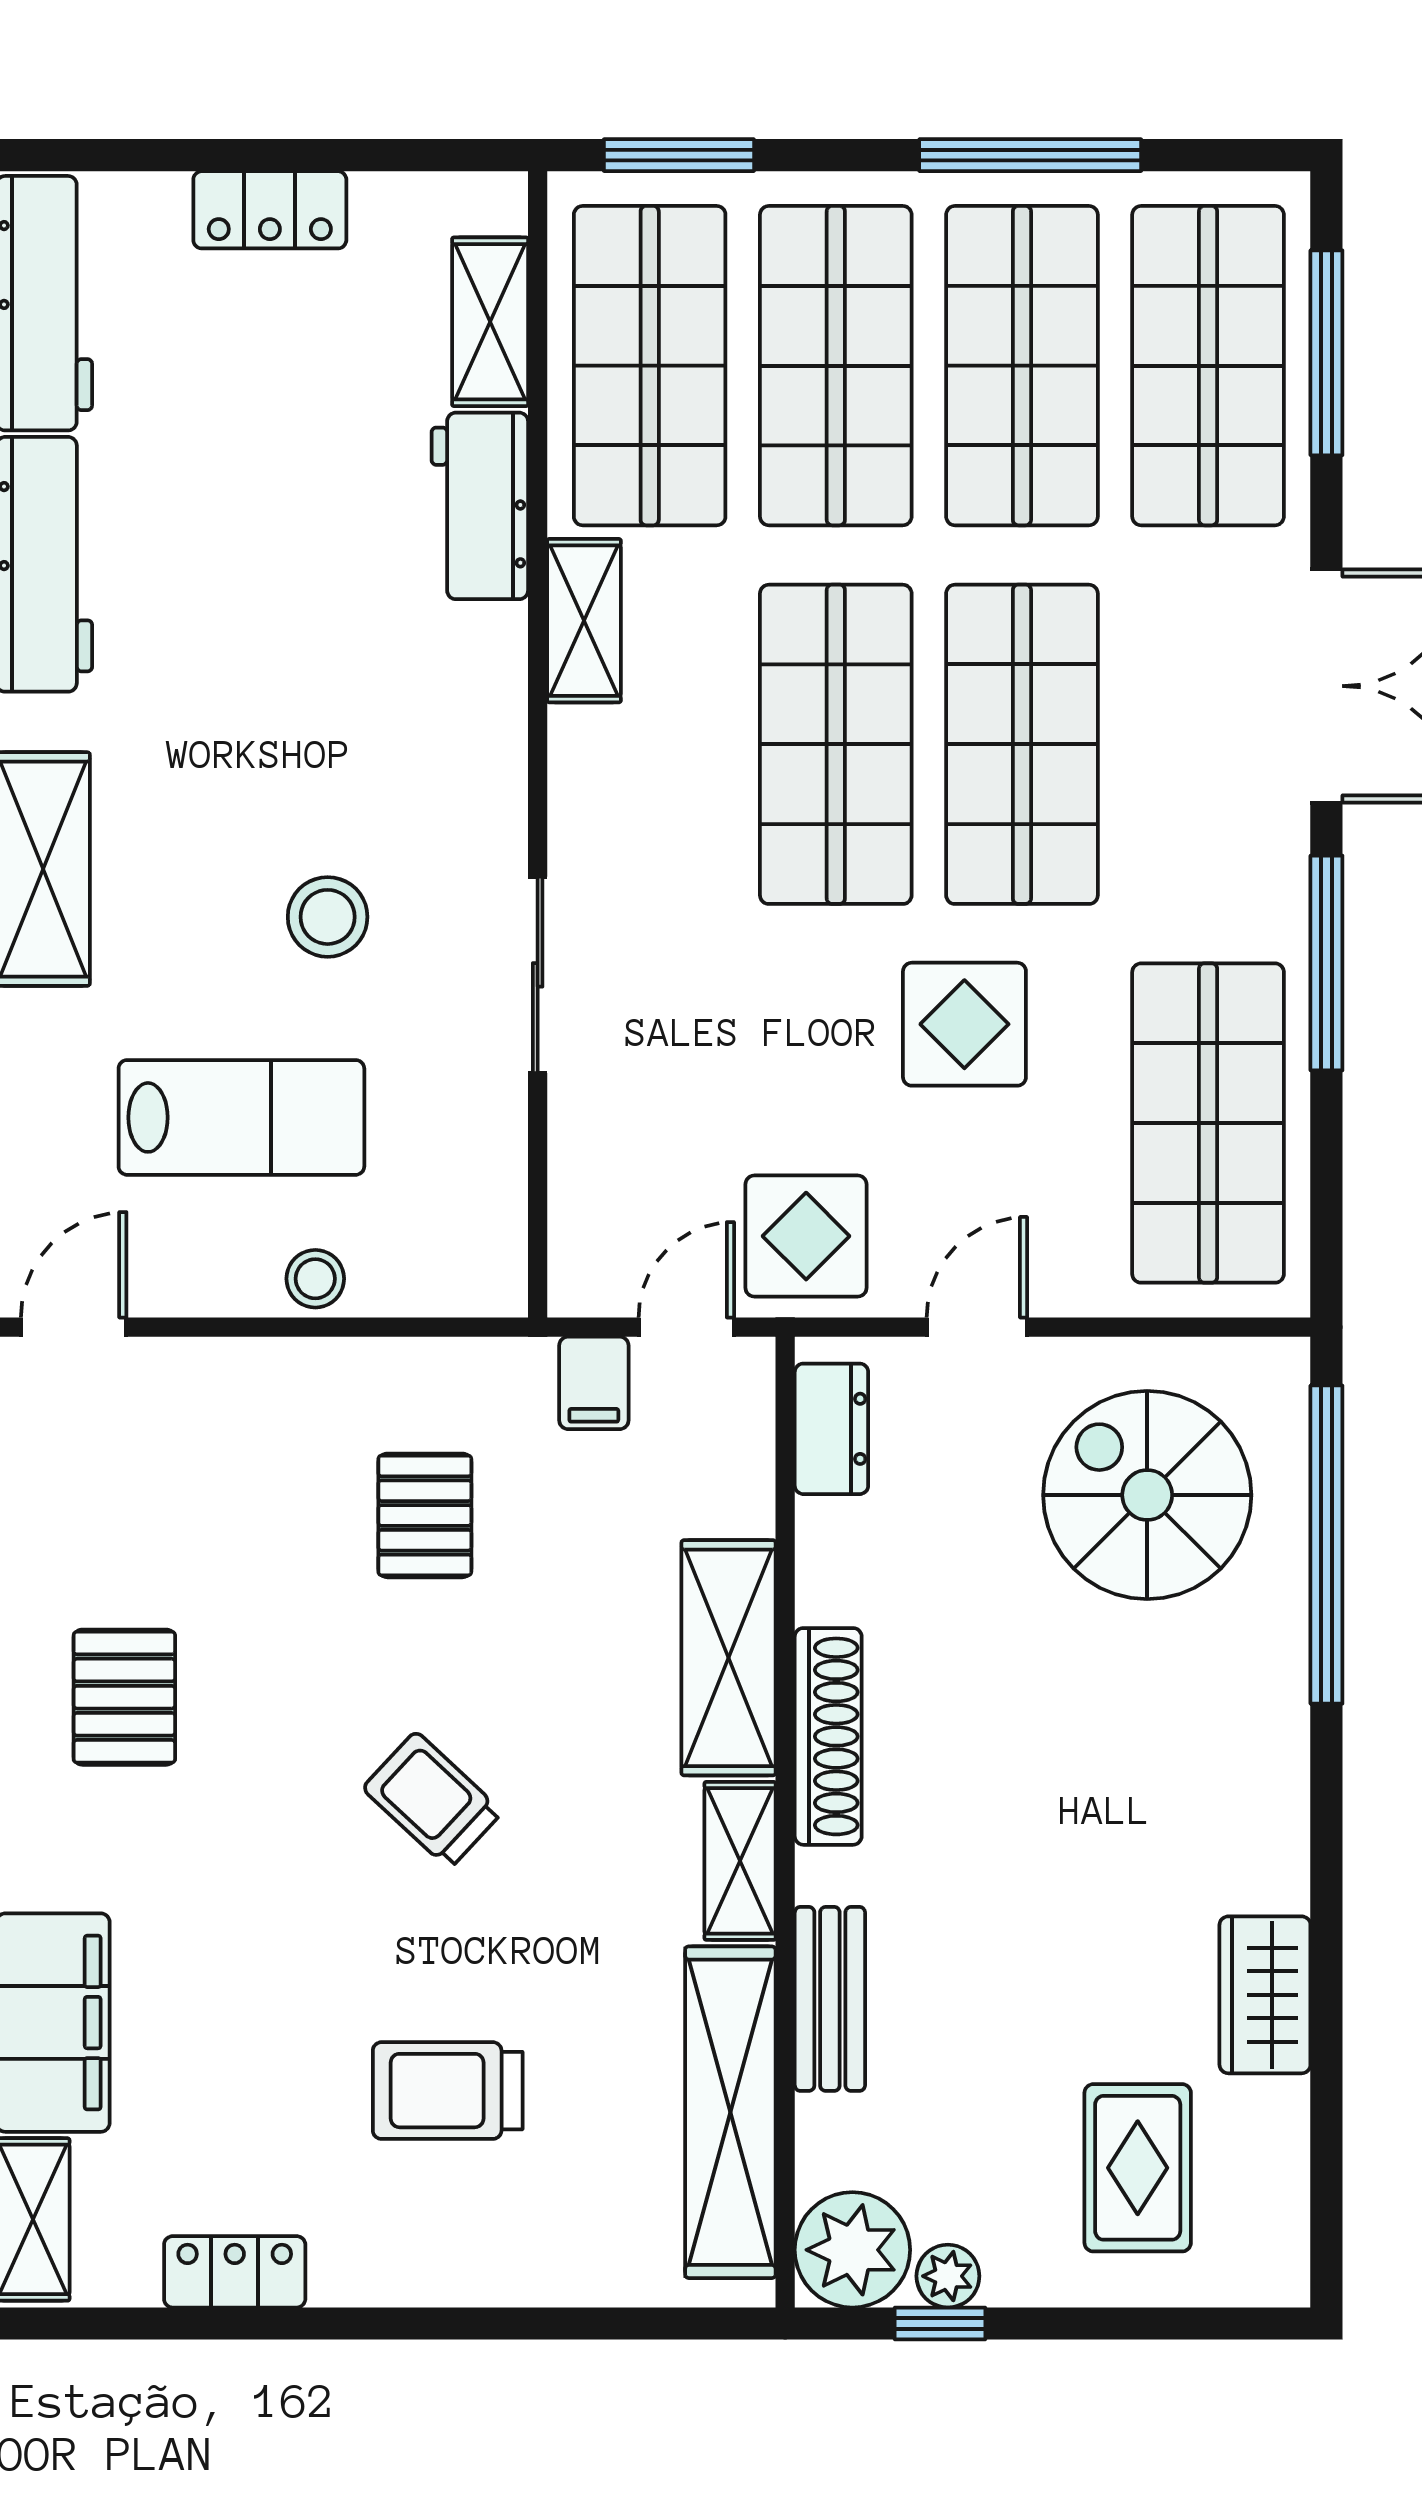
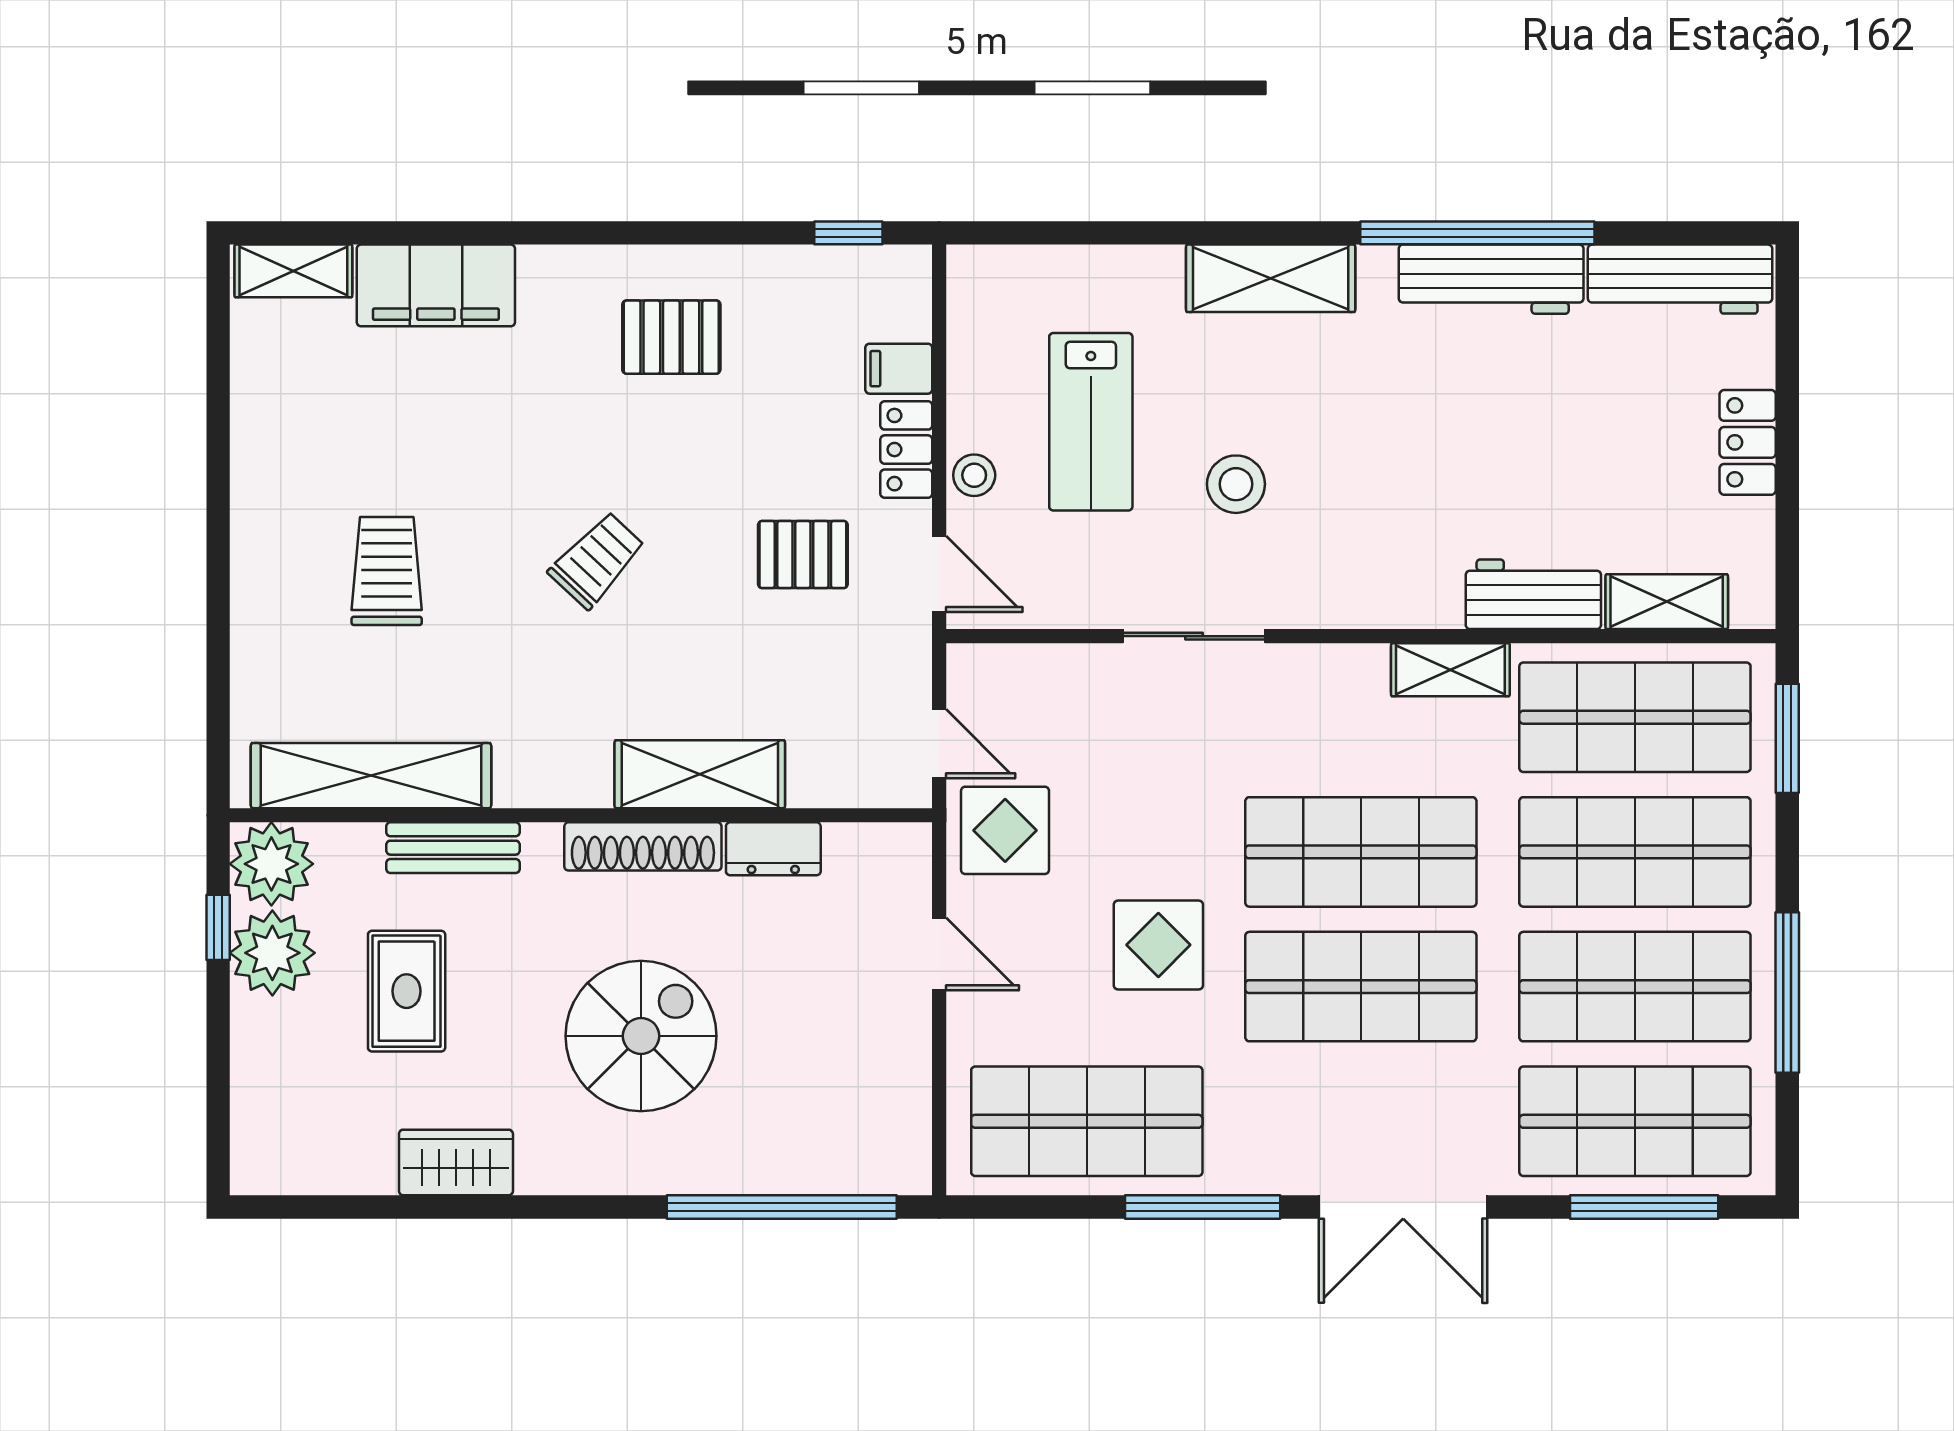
door: (74, 1327) -> (939, 574), moved
filing cabinet: (594, 1383) -> (899, 369), moved
dresser: (831, 1429) -> (773, 849), moved
spiral stairs: (1147, 1495) -> (641, 1036), moved
shelving: (740, 1861) -> (553, 783), removed
rug: (1138, 2168) -> (407, 991), moved, turned 90
locker: (235, 2272) -> (906, 450), moved, turned 180
plant: (948, 2276) -> (272, 953), width x1.87, depth x1.87

